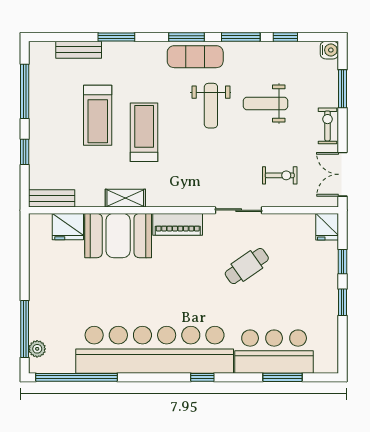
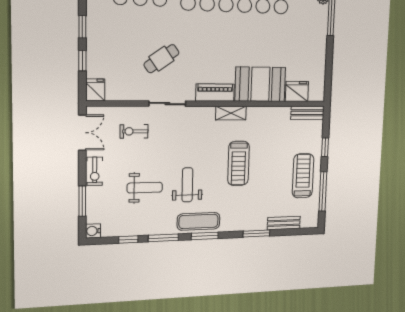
treadmill: (98, 115) -> (303, 176), moved
shelving: (125, 198) -> (231, 113), moved

